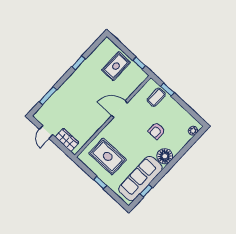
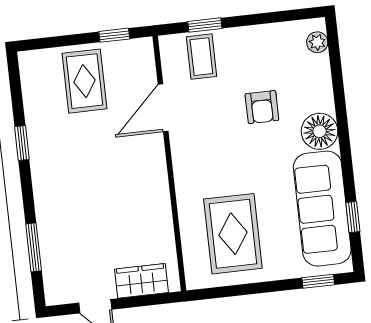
door: (120, 109) -> (163, 108), moved
rug: (108, 156) -> (233, 234), turned 90
window: (100, 183) -> (318, 281), moved

